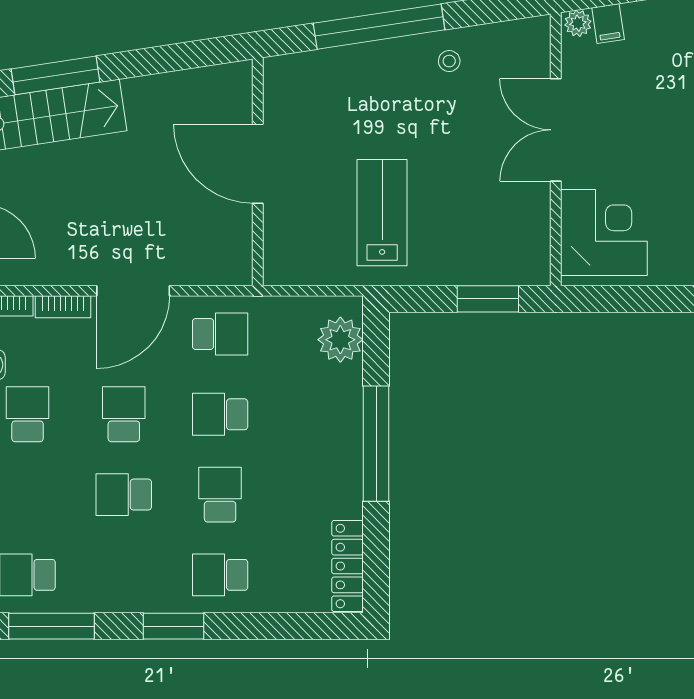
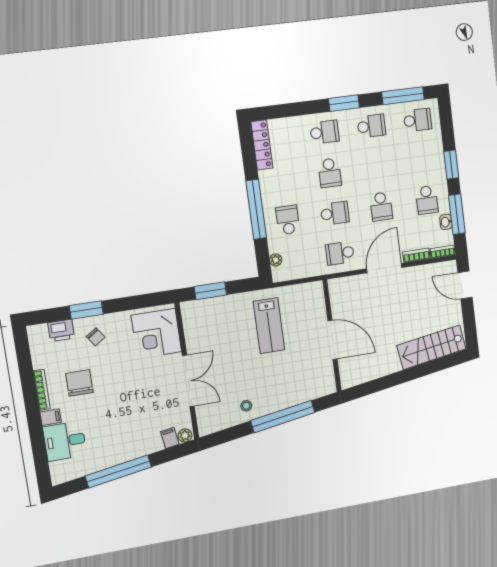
window: (55, 75) -> (433, 366), removed
plant: (340, 340) -> (276, 260), width x0.53, depth x0.53
school desk: (316, 414) -> (288, 220), added
school desk: (124, 495) -> (371, 126), moved

